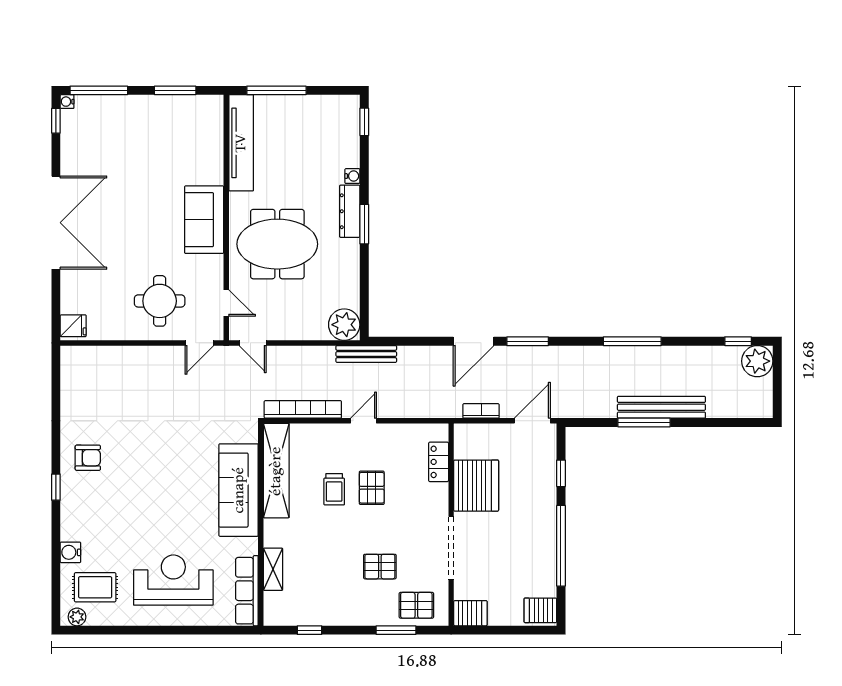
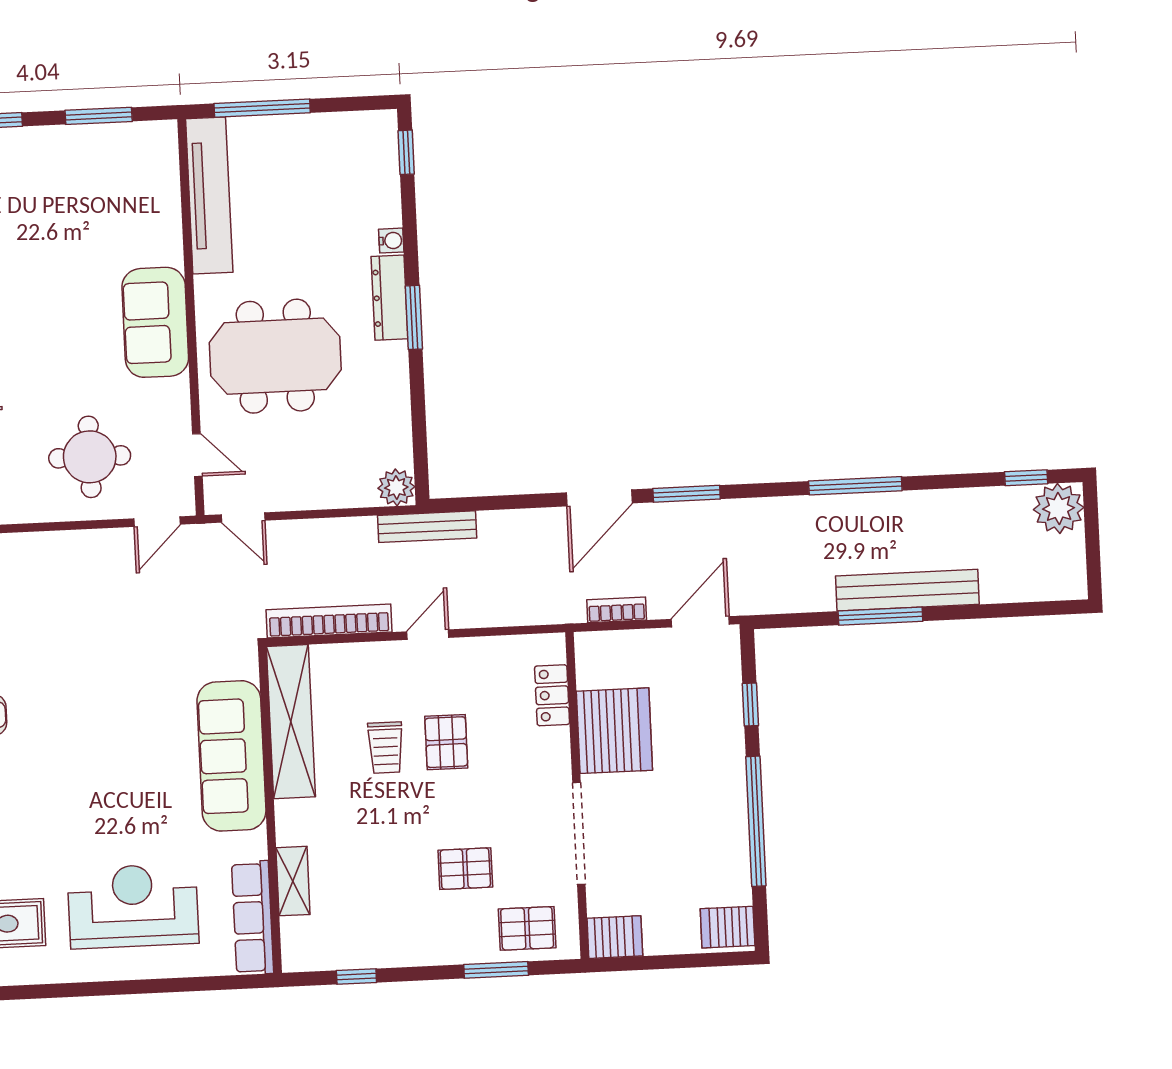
plant: (344, 325) -> (396, 487), width x0.73, depth x0.73

